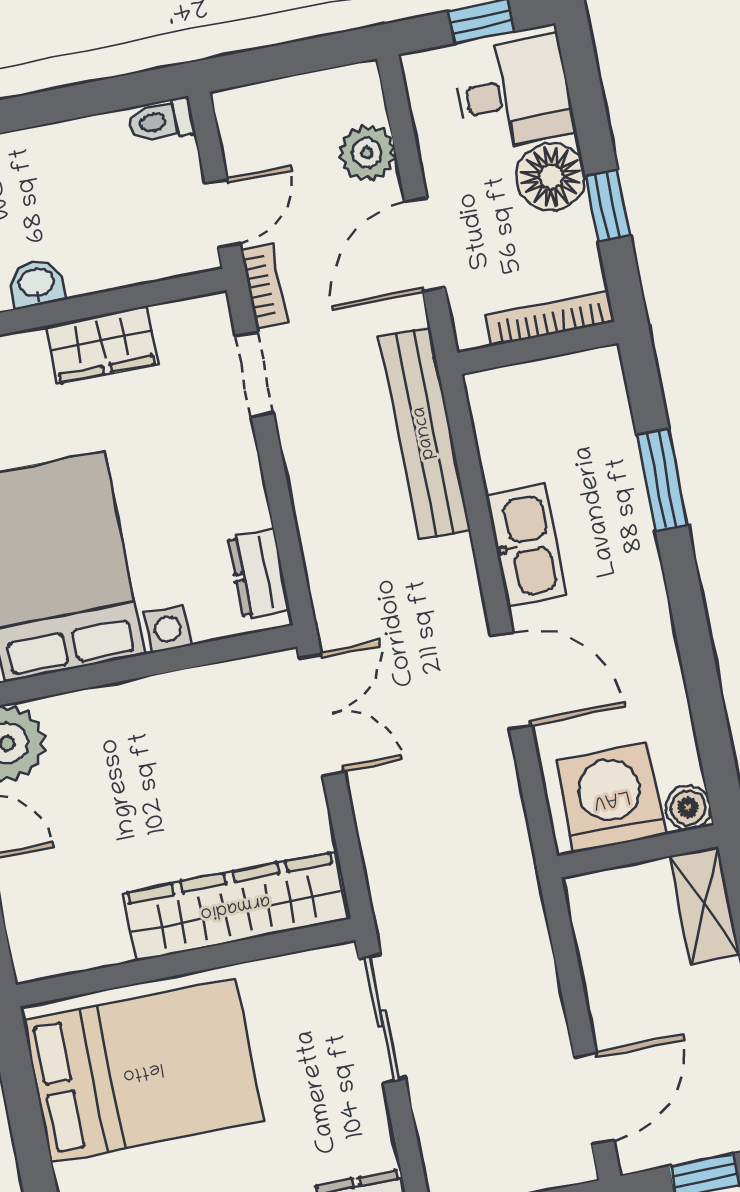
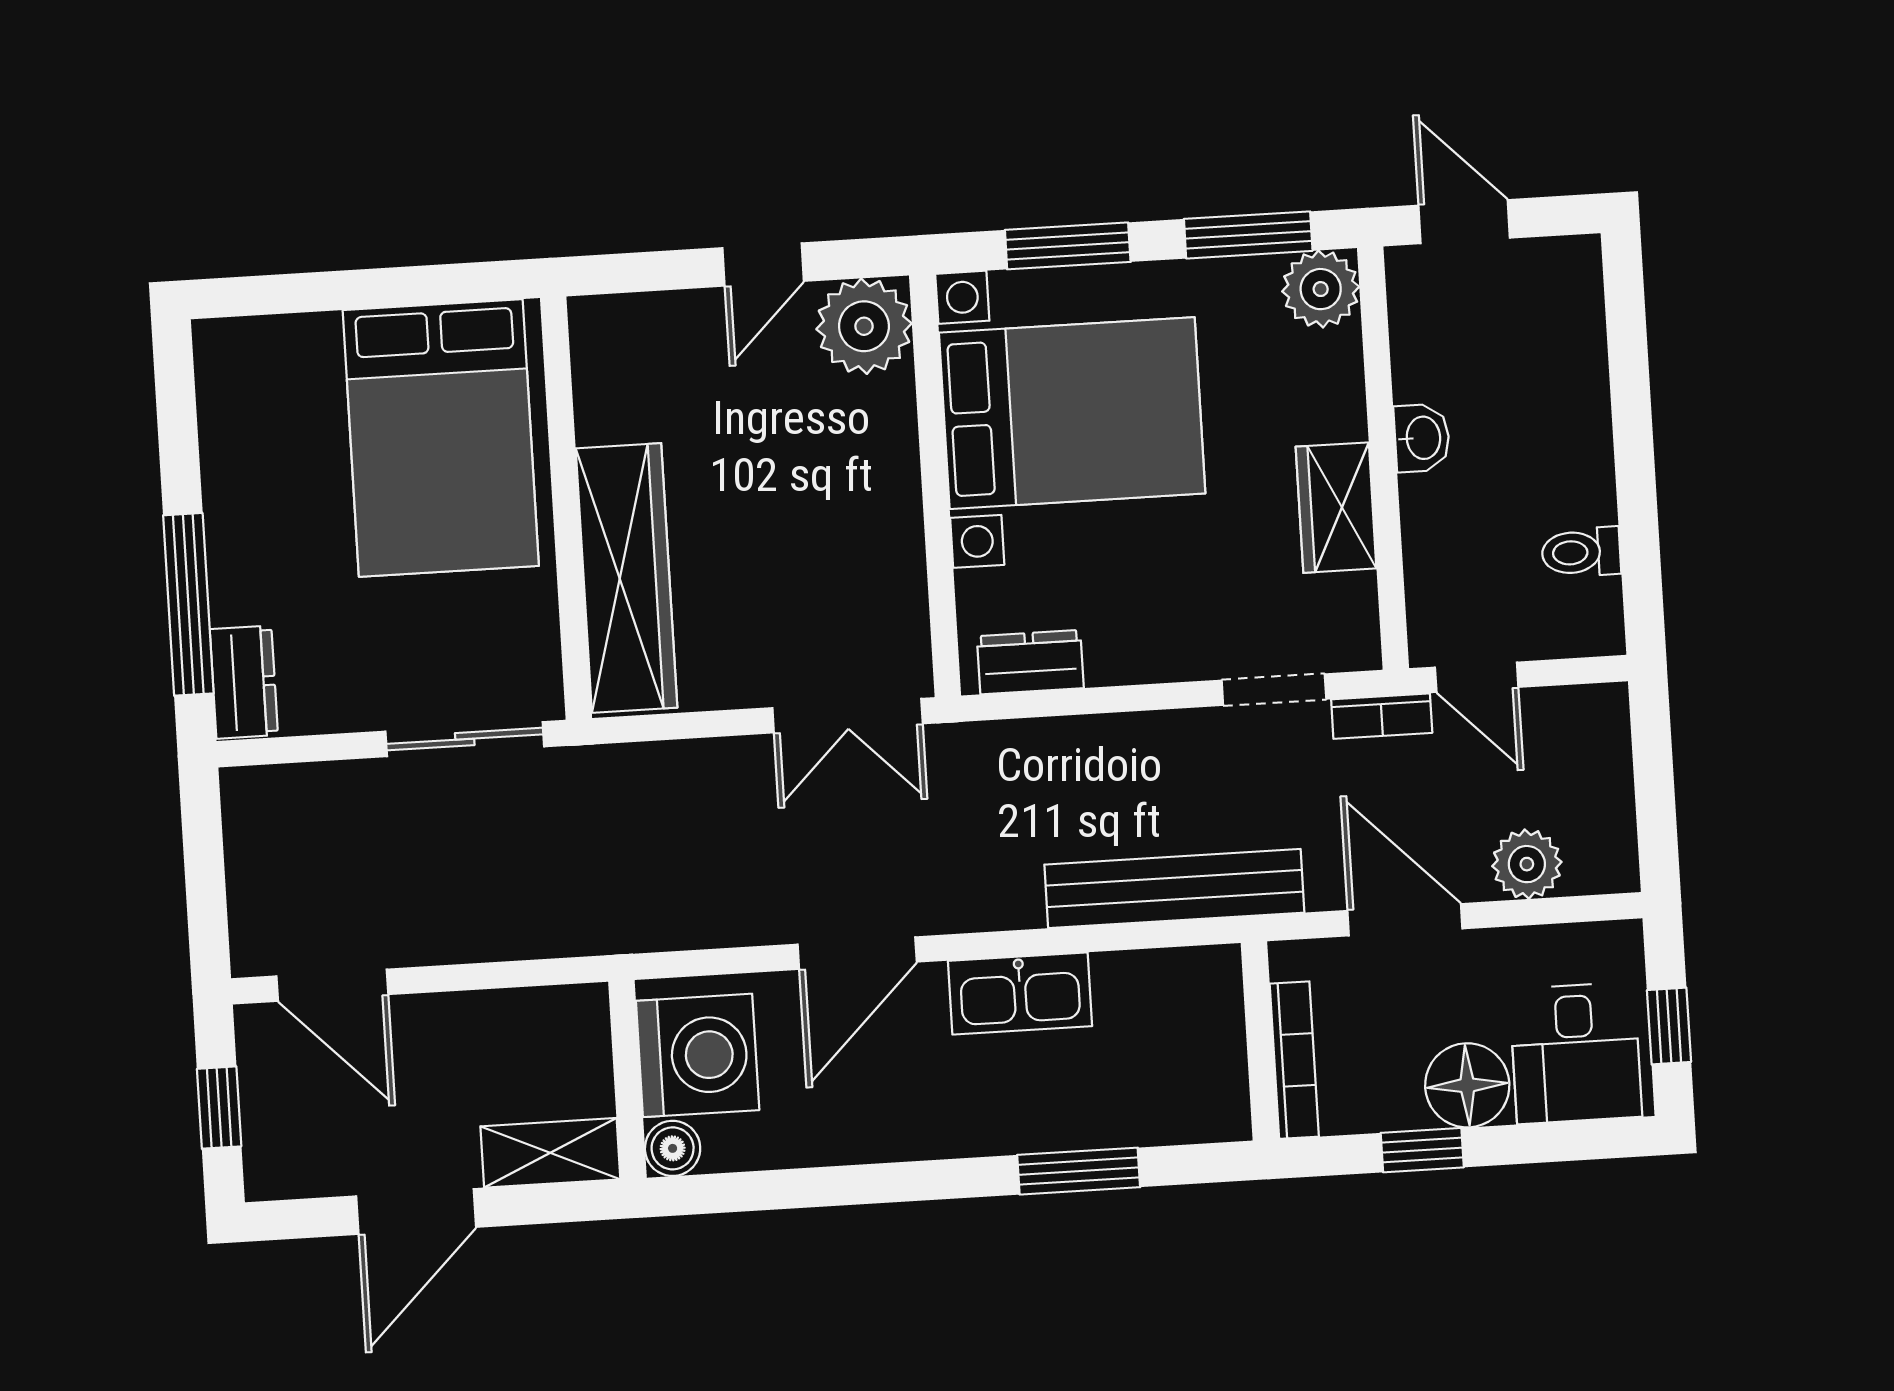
toilet: (161, 121) -> (1581, 552), moved, turned -90

